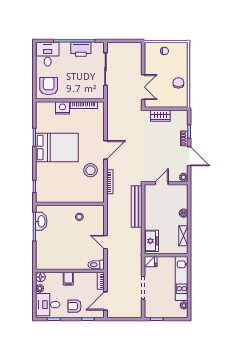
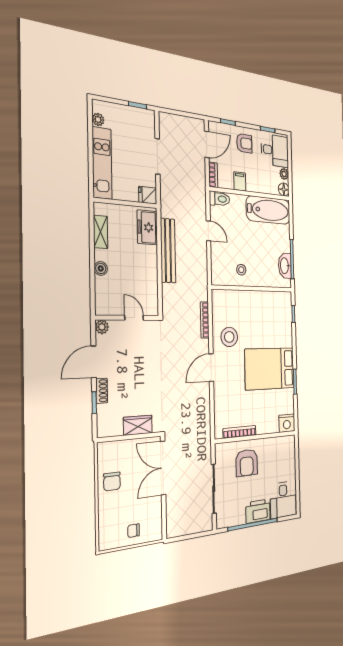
printer: (81, 49) -> (258, 511), moved
armchair: (49, 86) -> (247, 463), moved
double door: (143, 87) -> (163, 468), width x1.37
nightstand: (63, 108) -> (287, 423), moved
door: (189, 156) -> (94, 362), hinge flipped
door: (162, 183) -> (134, 318), swing flipped
bench: (137, 206) -> (168, 251), moved
bathtub: (55, 261) -> (268, 210), added
filing cabinet: (68, 279) -> (240, 181), moved

